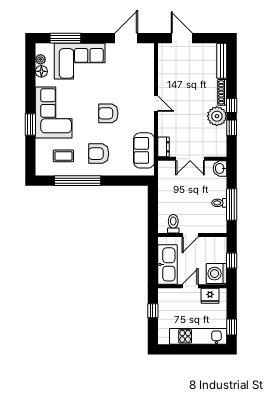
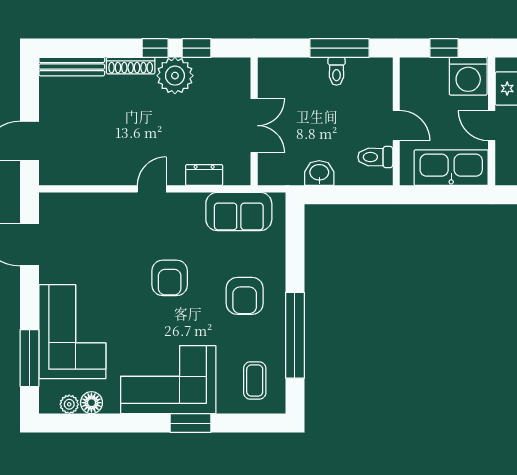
dresser: (164, 147) -> (204, 175), moved
coffee table: (63, 156) -> (255, 381), moved
washbasin: (220, 168) -> (319, 173), moved, turned 180

